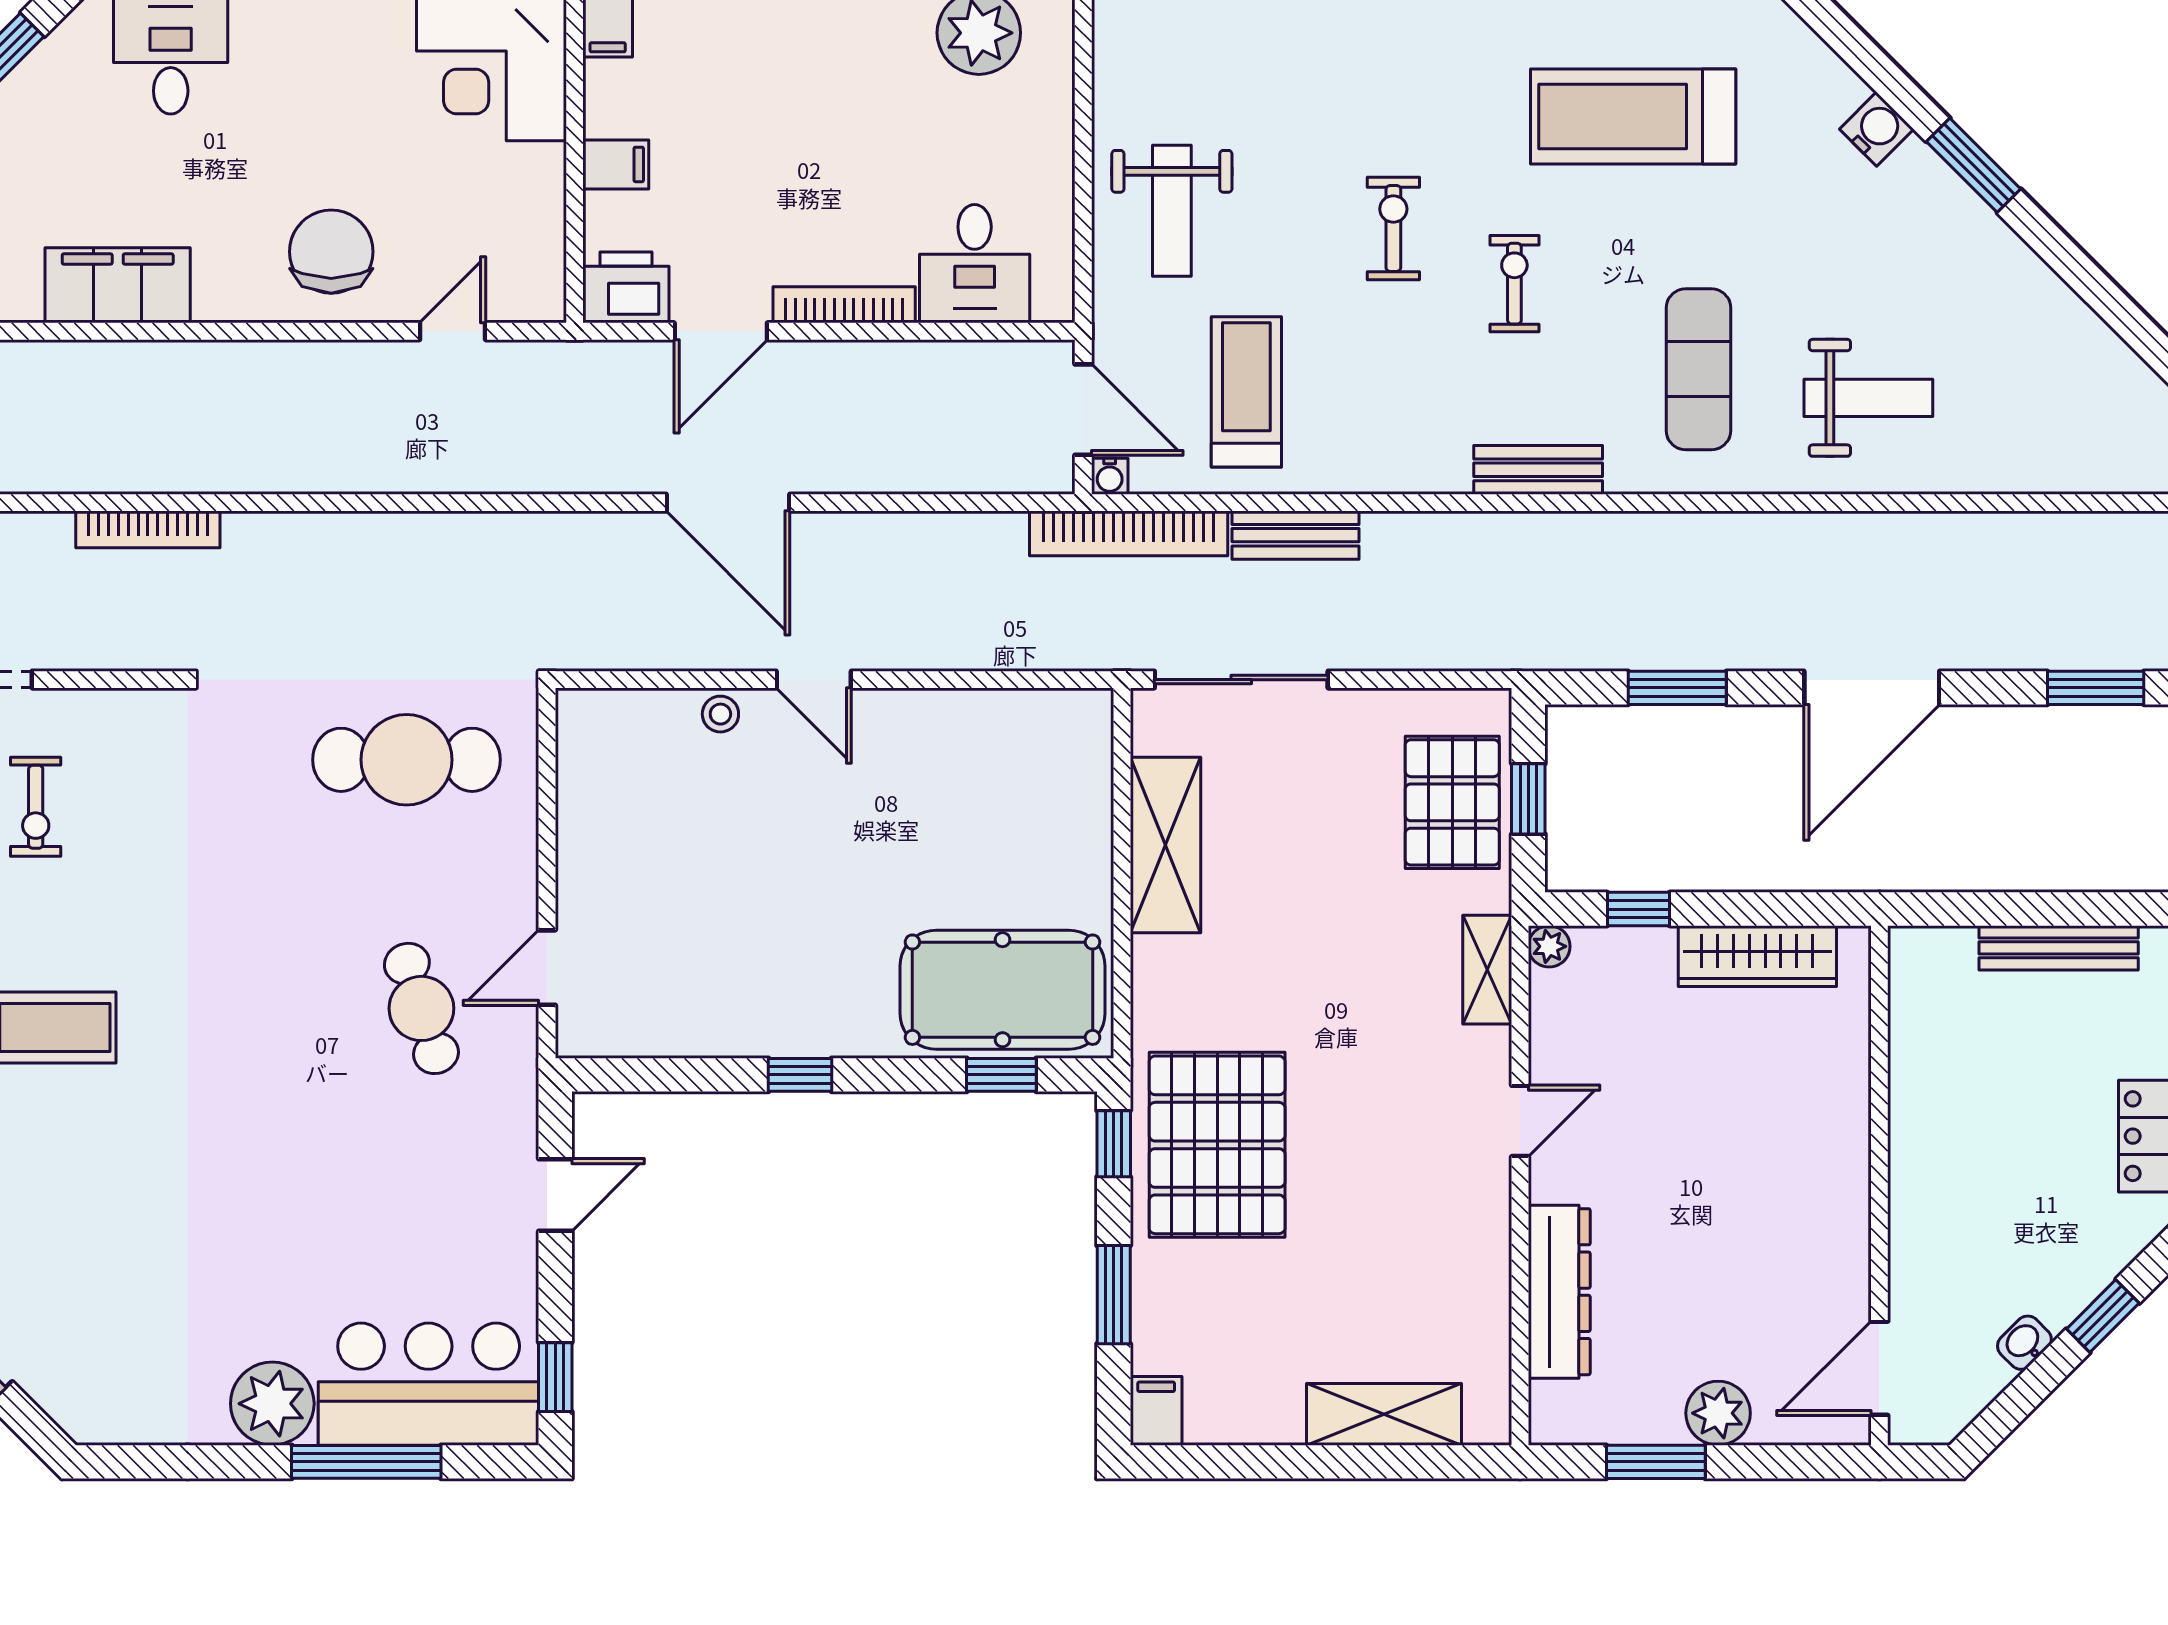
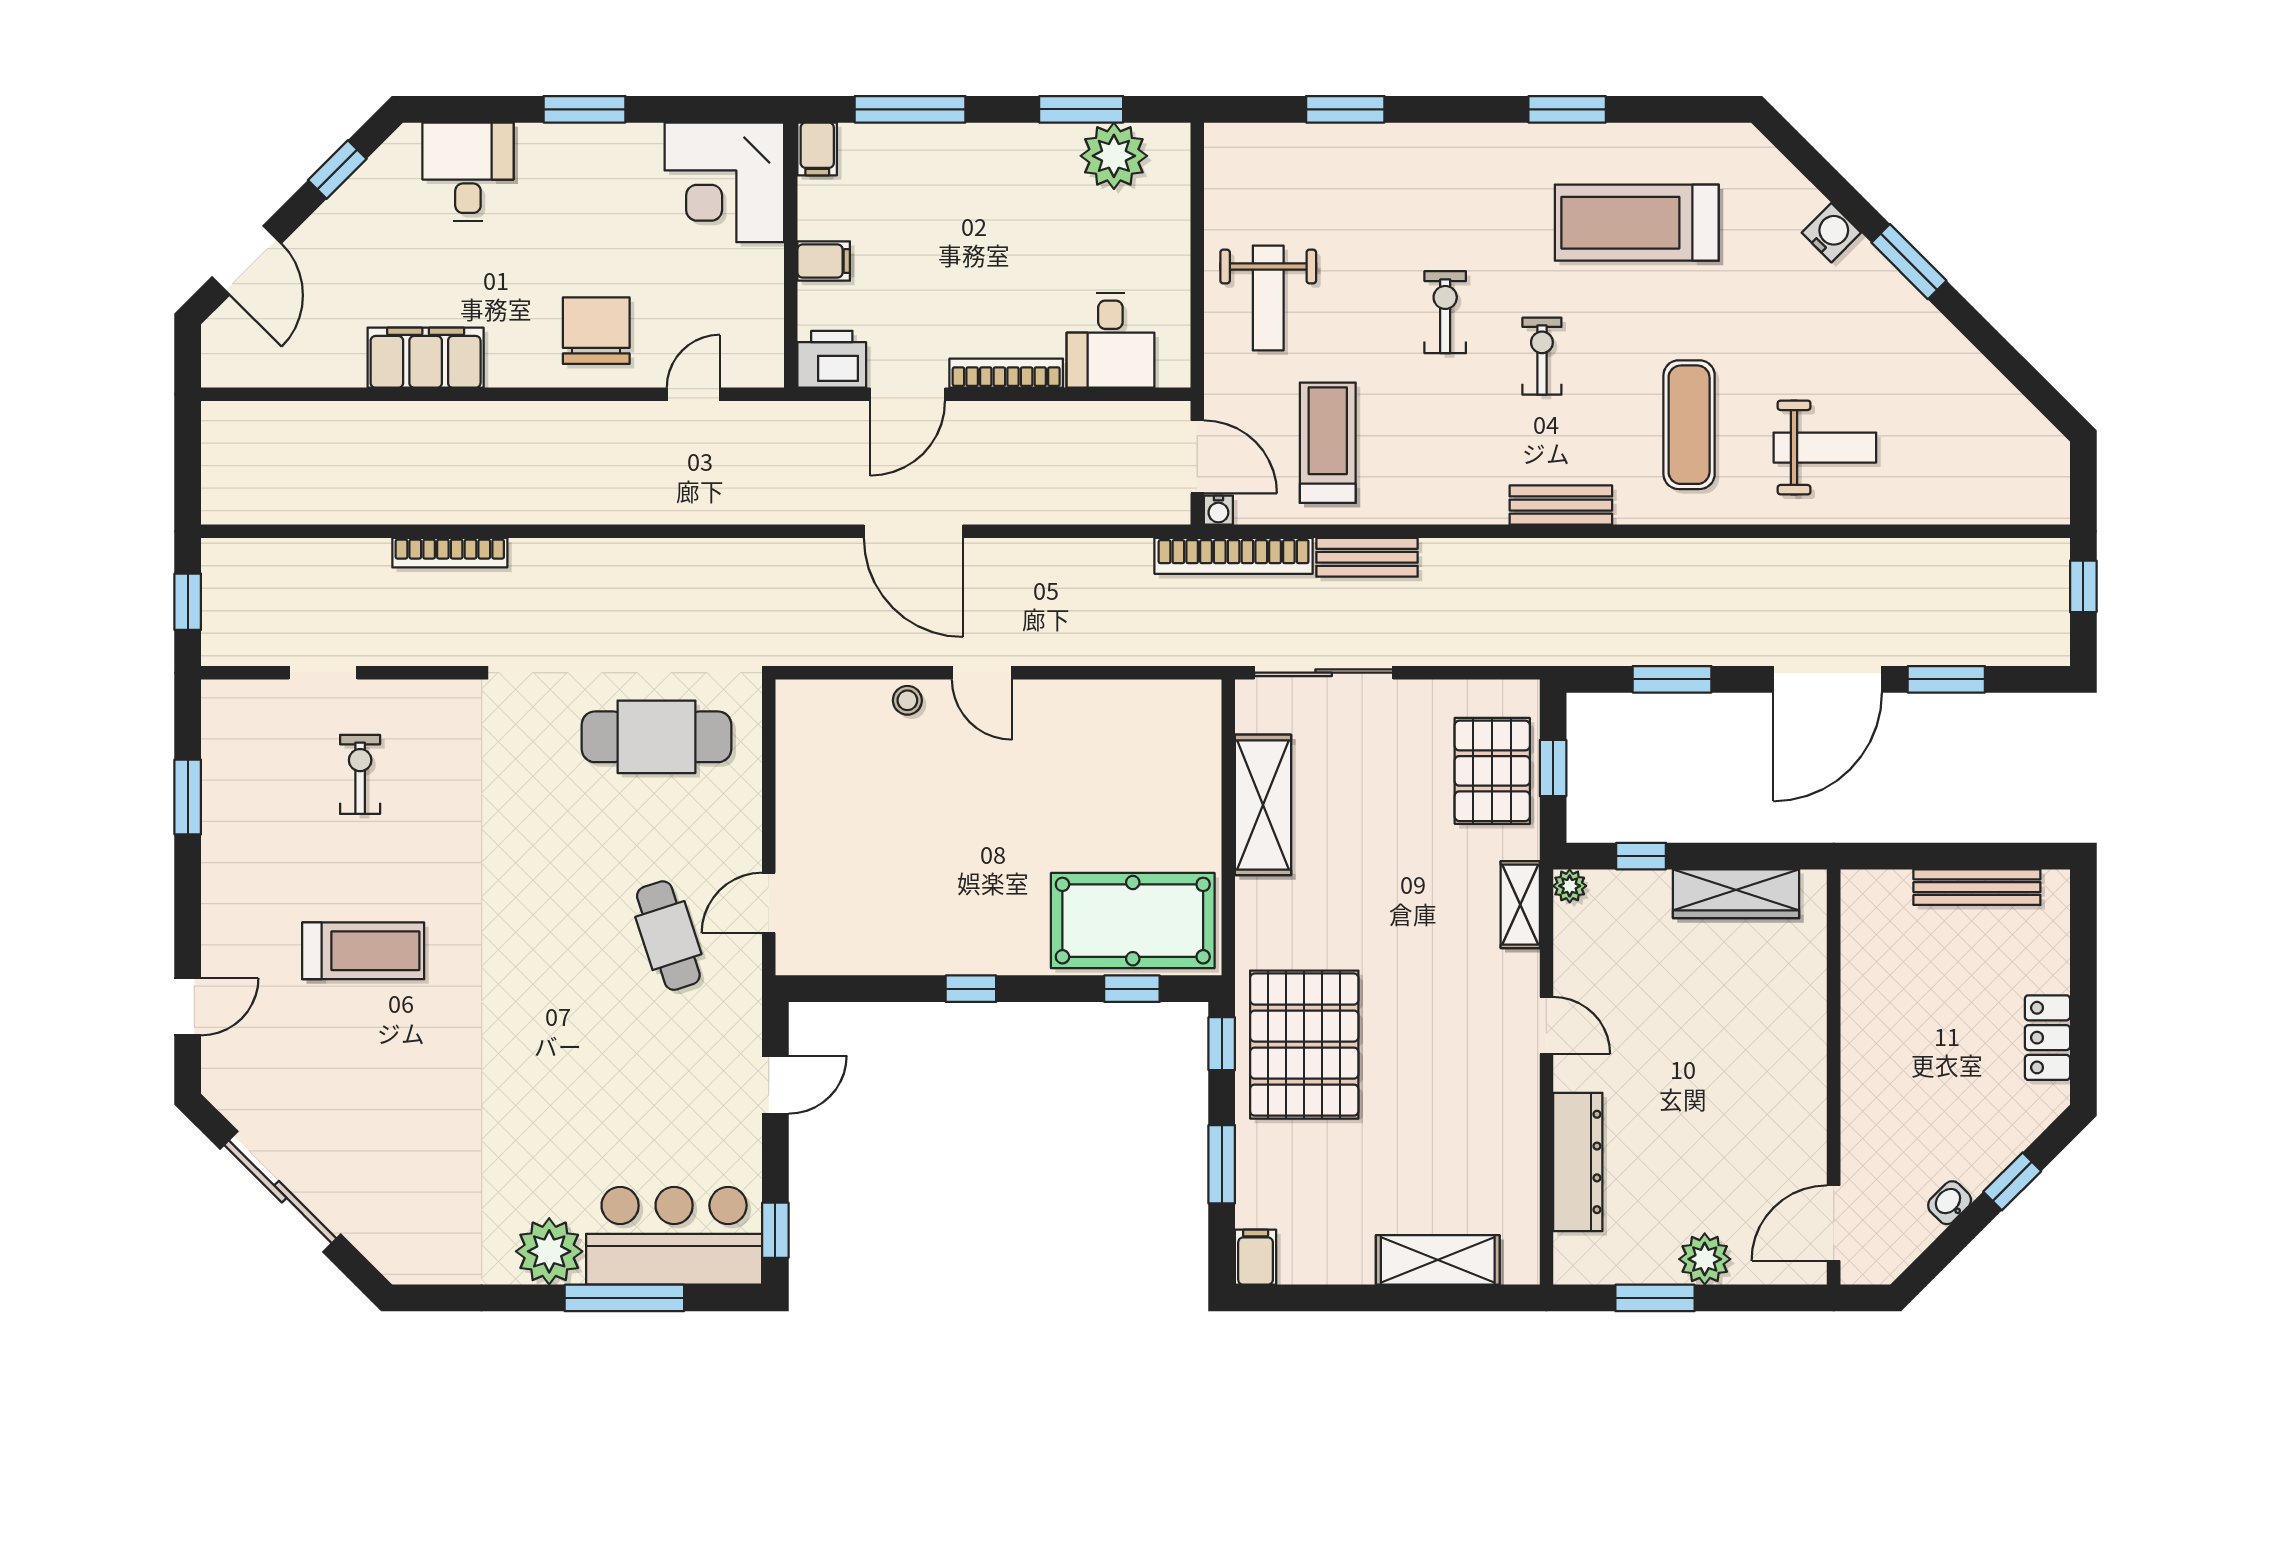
window: (2096, 688) -> (1946, 679), moved
exercise bike: (36, 807) -> (360, 774), turned 180
door: (1520, 1121) -> (1546, 1025), hinge flipped

